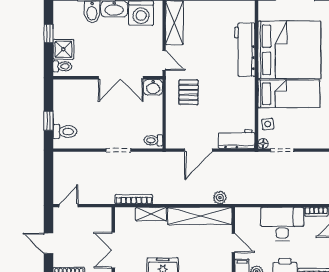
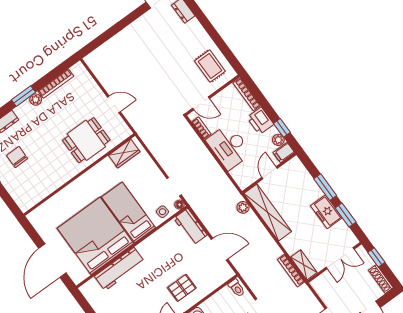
shelving: (151, 214) -> (304, 265), moved

